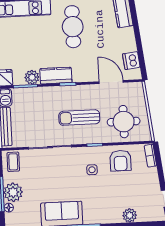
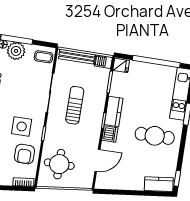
dishwasher: (131, 61) -> (110, 134), moved, turned 97
plant: (32, 77) -> (117, 89), removed
sun lounger: (79, 118) -> (75, 105), moved
armchair: (120, 161) -> (25, 154), turned -90
side table: (92, 170) -> (22, 126), width x1.87, depth x1.87

